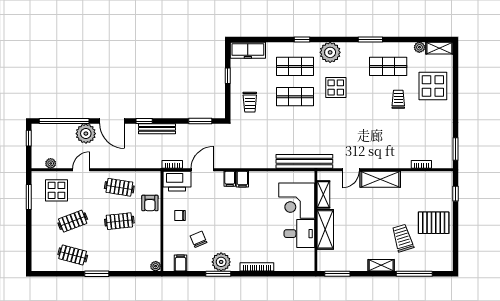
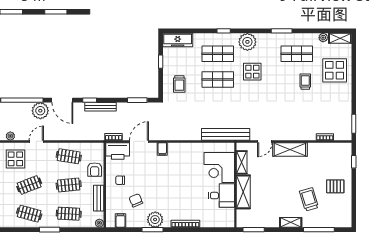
filing cabinet: (242, 179) -> (173, 149), removed
pallet: (434, 223) -> (335, 186), width x0.67, depth x0.71
bench: (155, 237) -> (99, 198), added
clothes rail: (119, 255) -> (69, 214), added

